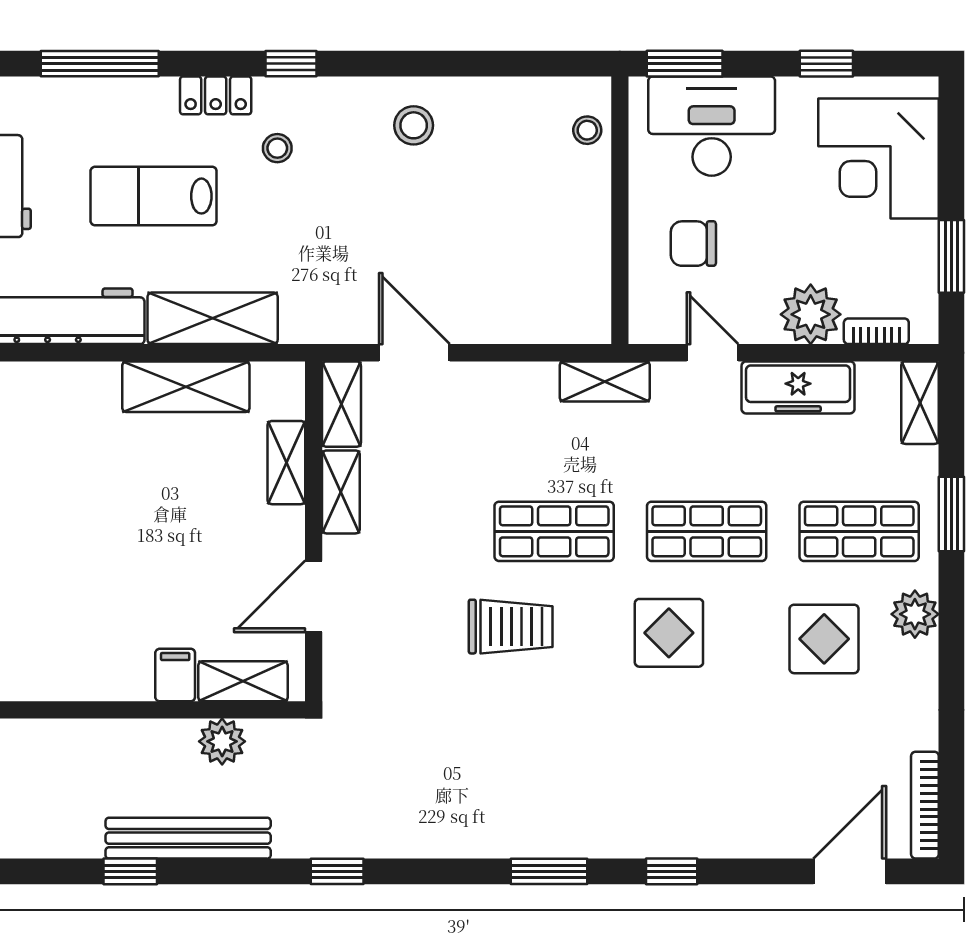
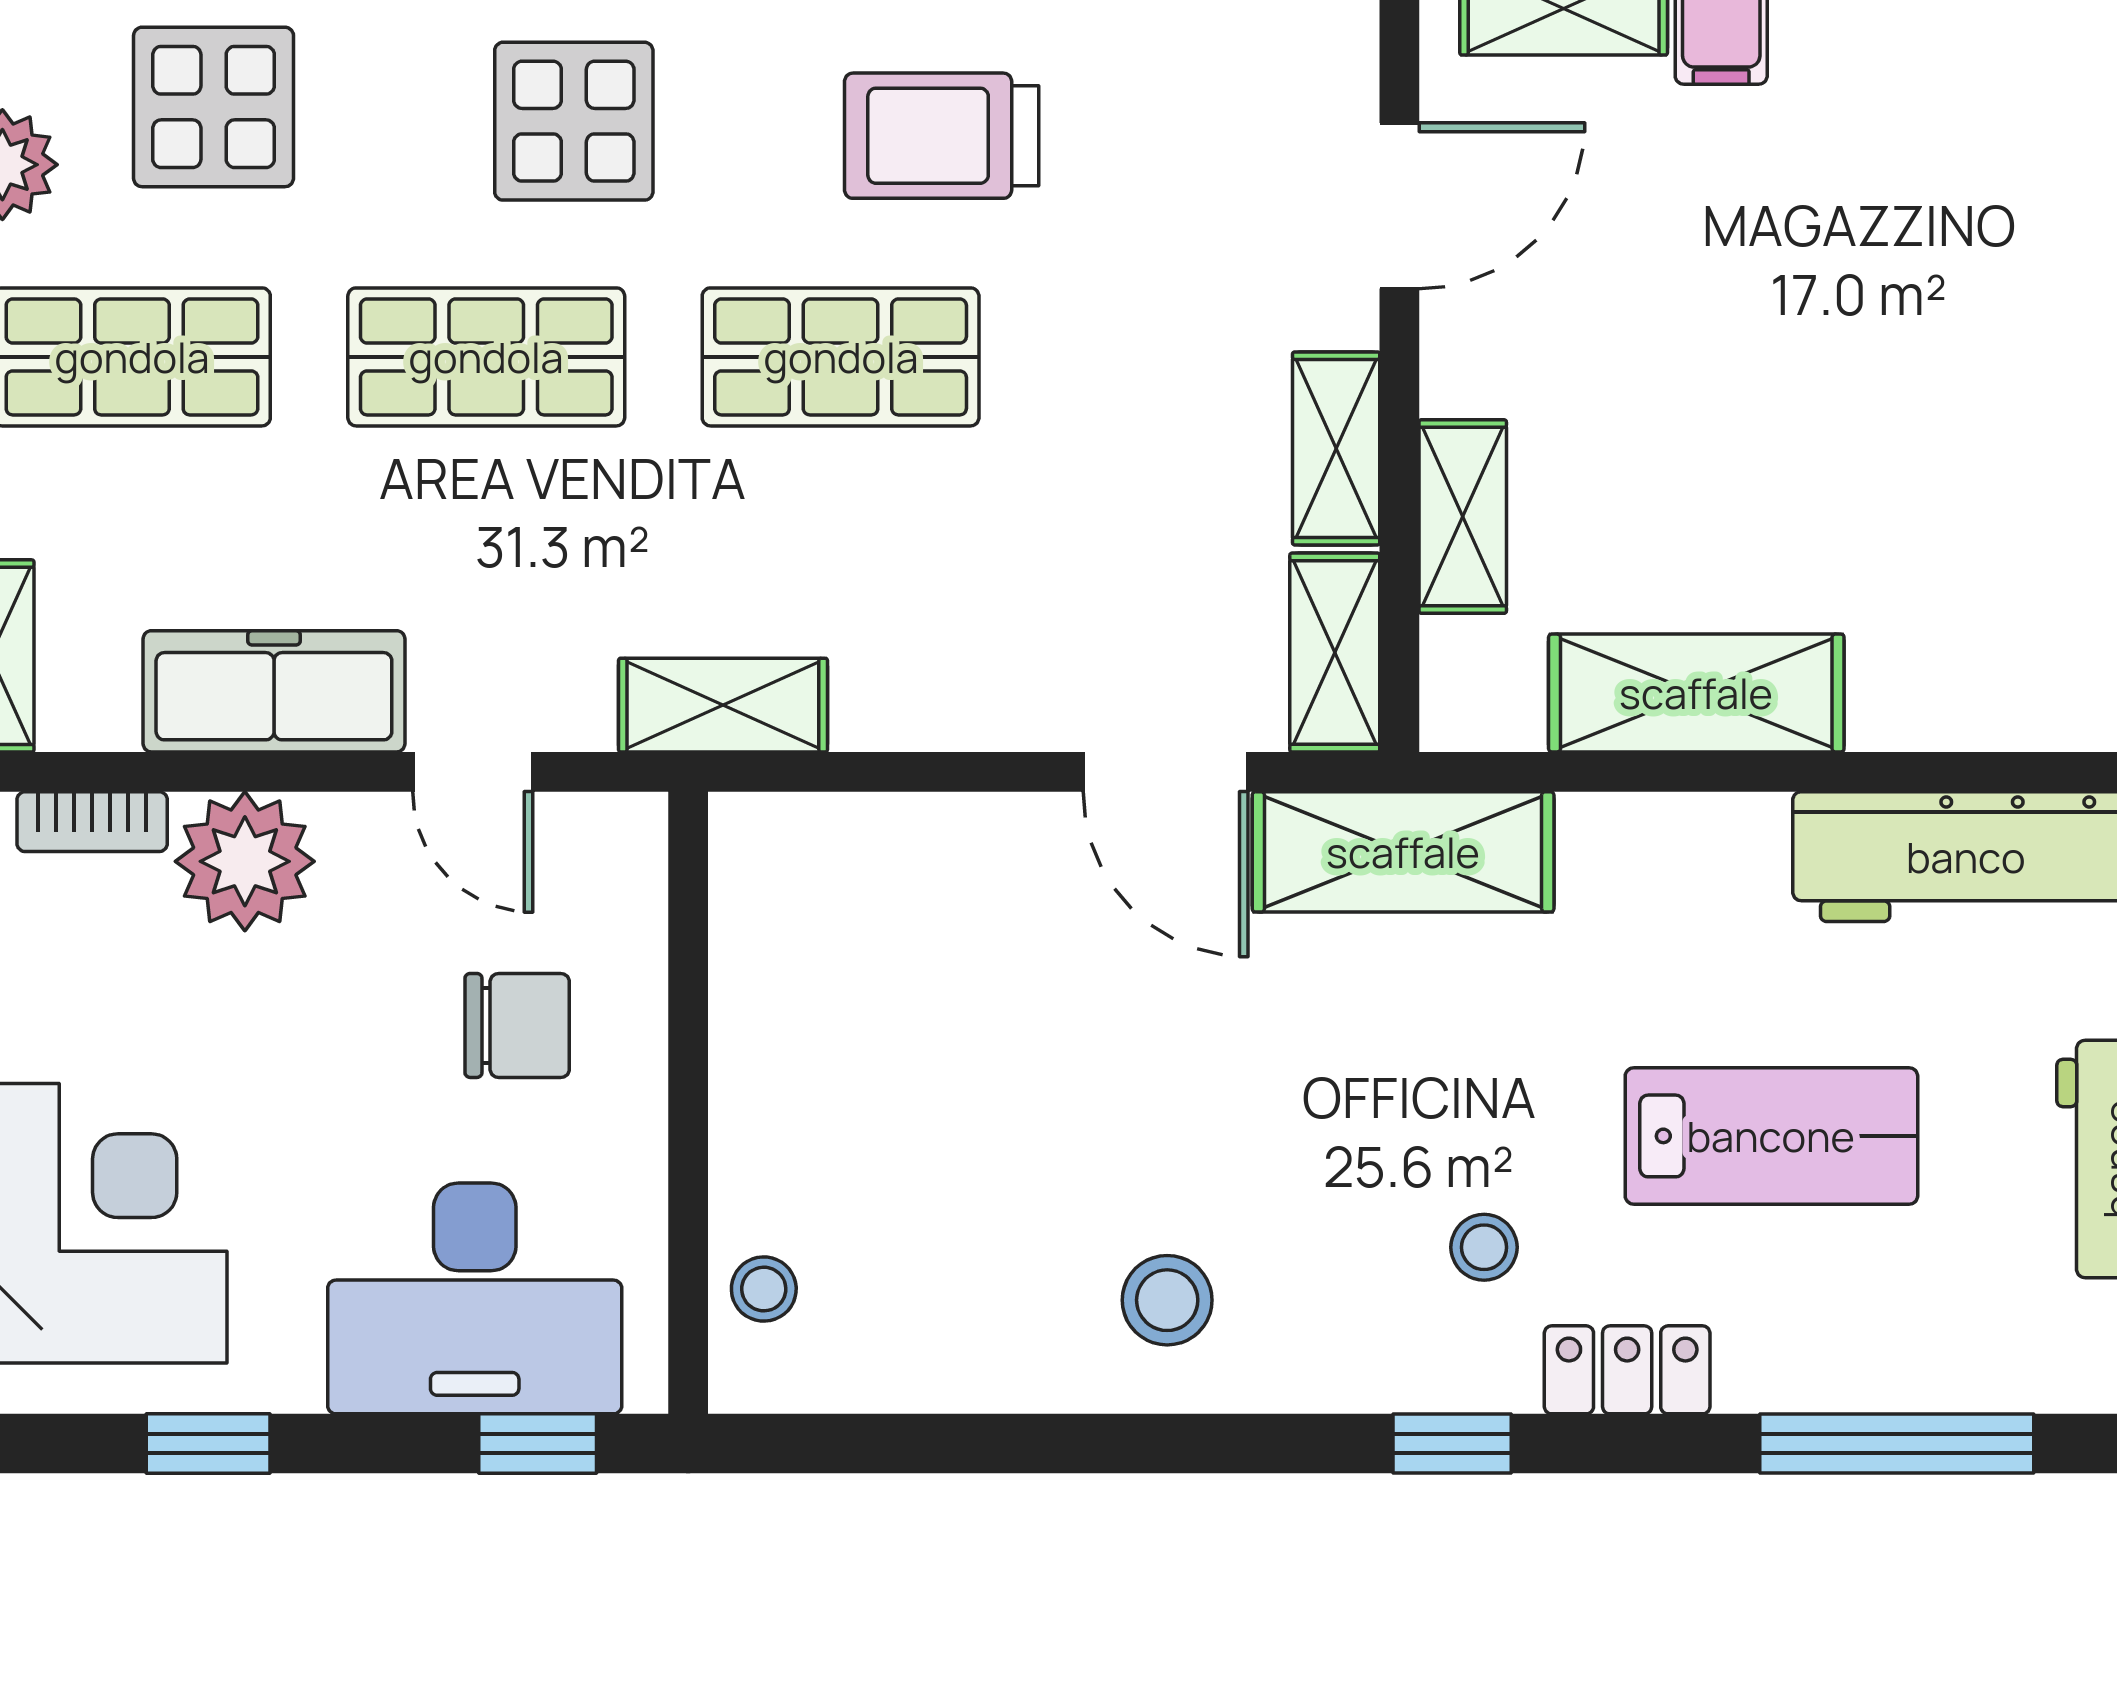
window: (685, 64) -> (538, 1444), width x0.67
shelving: (213, 318) -> (1403, 852), moved

